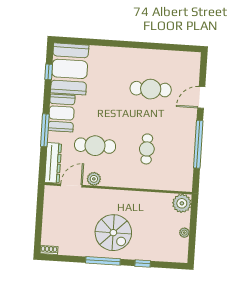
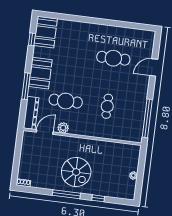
booth: (70, 69) -> (45, 32), width x0.73, depth x0.70
window: (198, 144) -> (147, 118), moved
plant: (182, 203) -> (133, 152), removed

